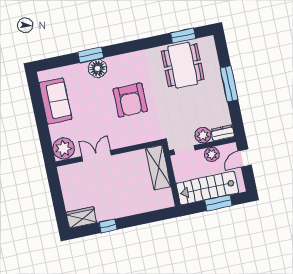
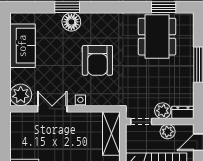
side table: (122, 141) -> (80, 100), added

